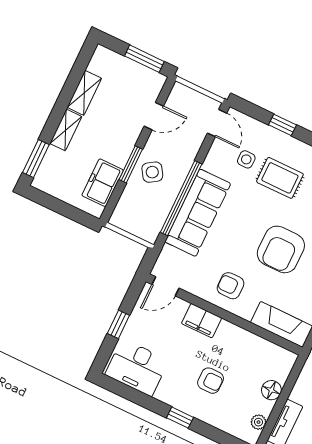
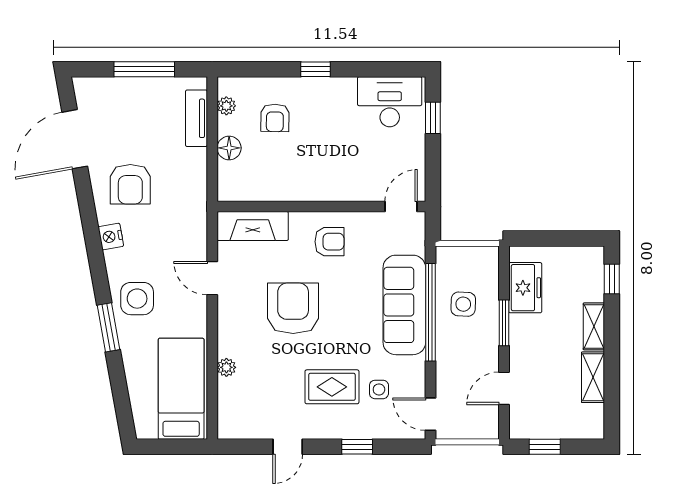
window: (144, 59) -> (545, 447), width x0.67
window: (36, 159) -> (612, 279), width x0.67
side table: (152, 172) -> (463, 304), moved, turned 35
filing cabinet: (202, 321) -> (343, 188), removed
window: (118, 324) -> (433, 118), moved
armchair: (210, 381) -> (275, 118), moved, turned -89

